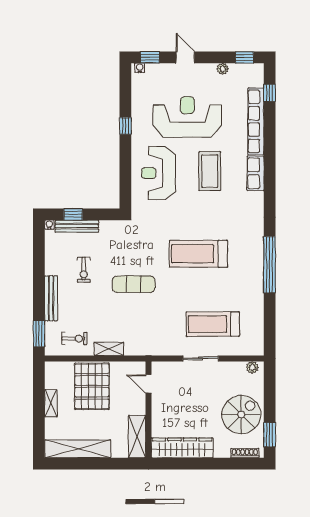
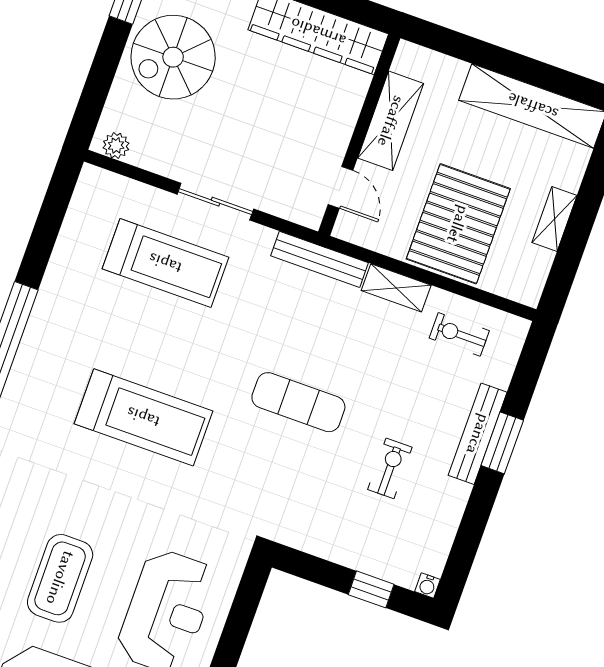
bench: (77, 226) -> (320, 259), moved
window: (39, 334) -> (502, 443), moved
shelving: (137, 437) -> (391, 121), moved

